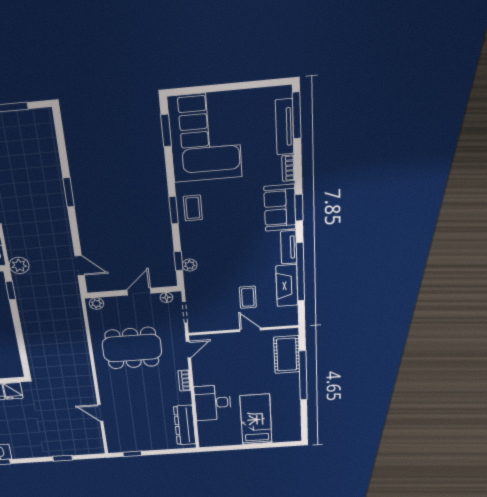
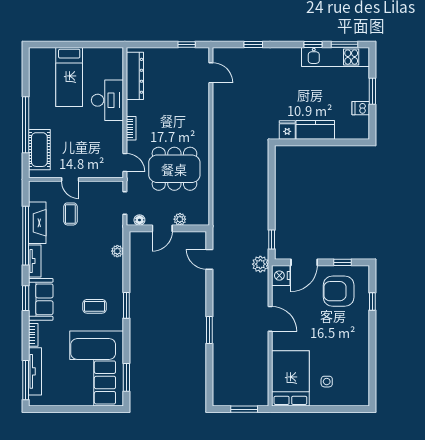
coffee table: (193, 208) -> (95, 306), moved, turned 90
window: (178, 261) -> (126, 256), removed
plant: (96, 304) -> (180, 219), moved
door: (188, 350) -> (125, 163), swing flipped
door: (100, 413) -> (211, 73), moved

